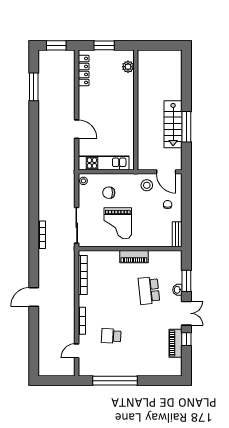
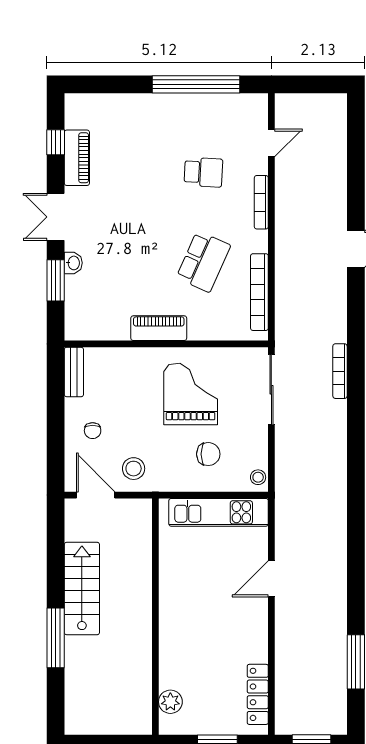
window: (186, 127) -> (56, 638), moved
door: (77, 129) -> (271, 579), hinge flipped
school desk: (149, 291) -> (203, 261), moved, turned 30
window: (186, 339) -> (56, 142), moved

